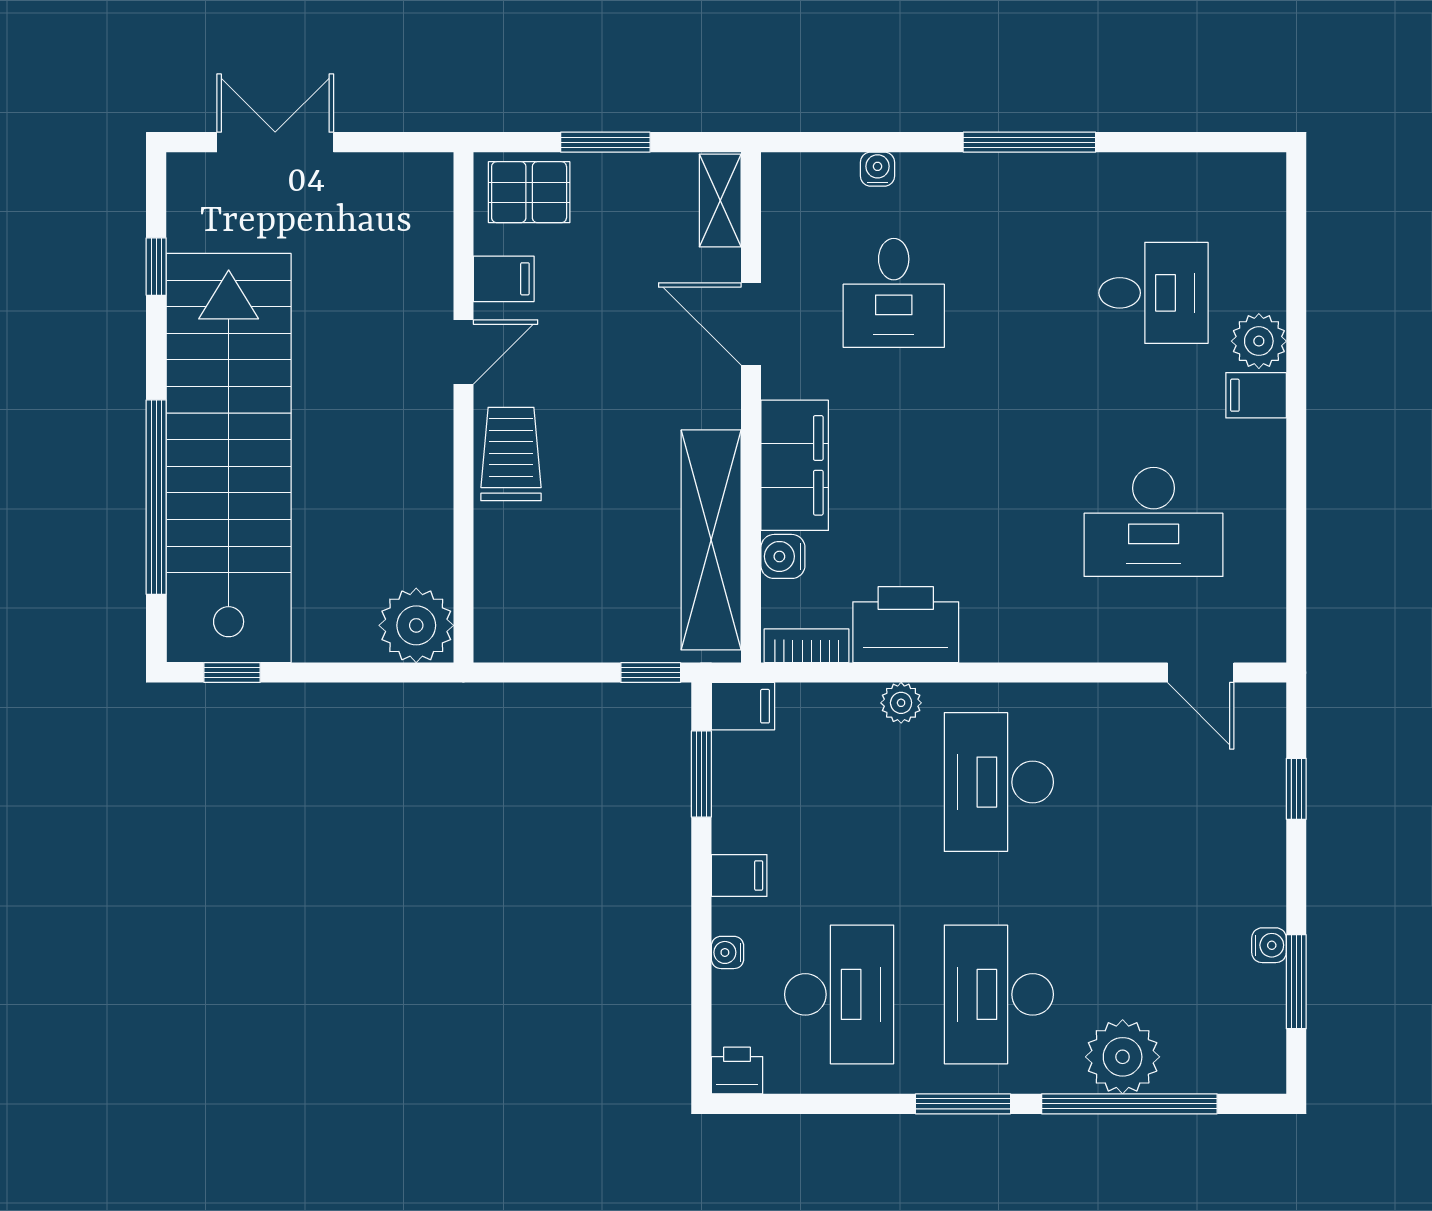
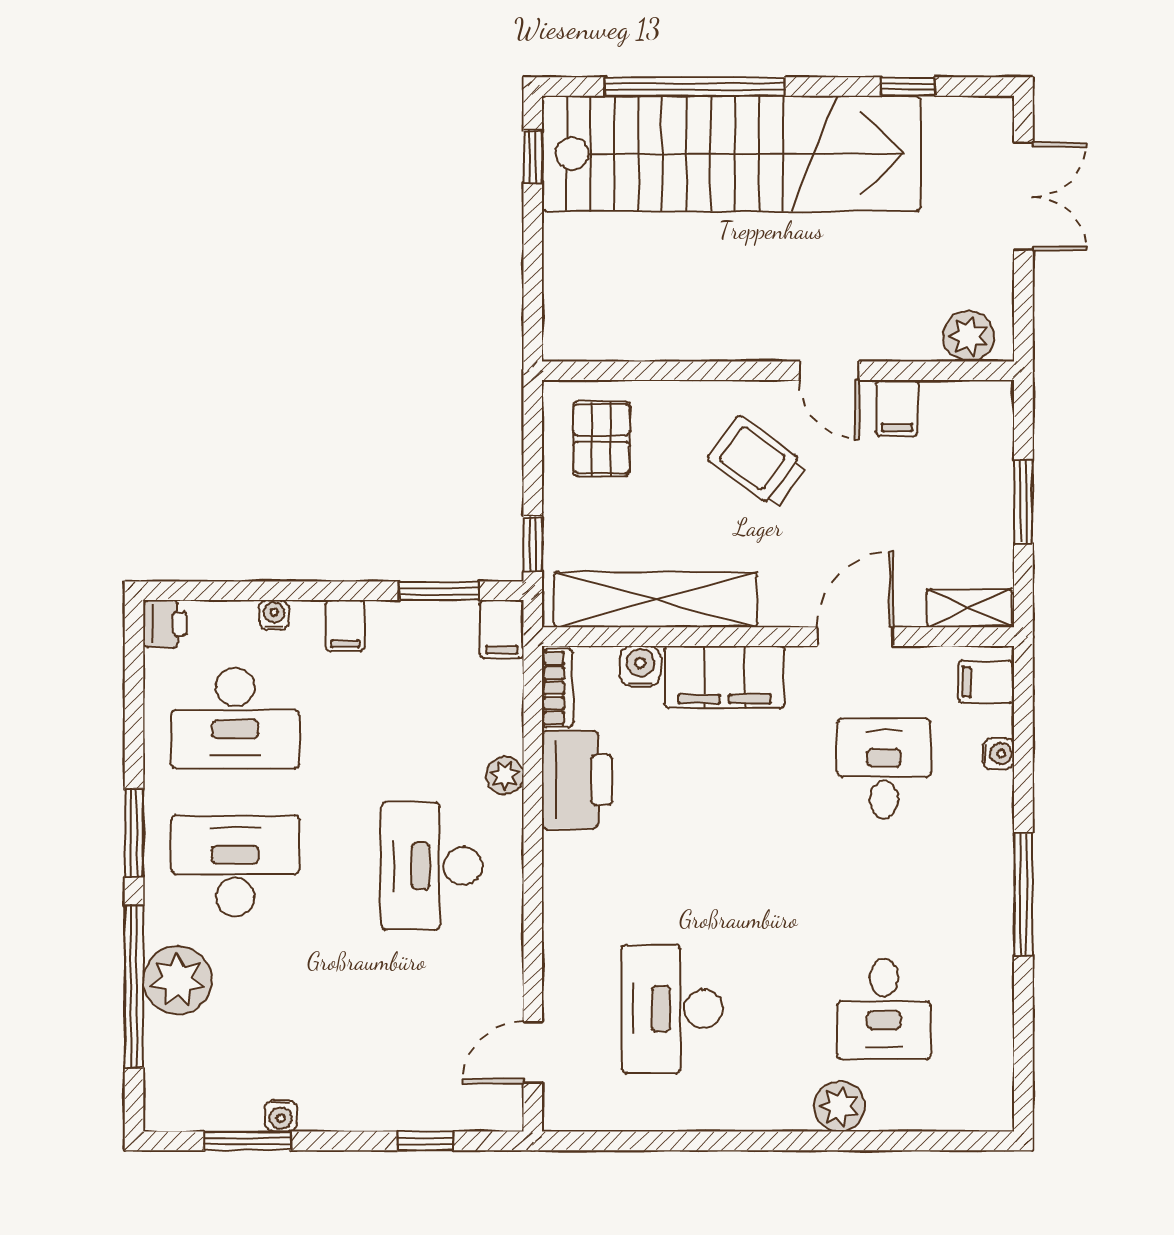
pallet: (529, 192) -> (601, 439), moved
desk: (894, 293) -> (884, 769), turned 90
filing cabinet: (1256, 395) -> (986, 682), moved, turned -90
trolley: (511, 454) -> (757, 462), moved, turned -144
plant: (416, 625) -> (969, 336), moved, width x0.73, depth x0.73
desk: (999, 782) -> (432, 866), turned -90

